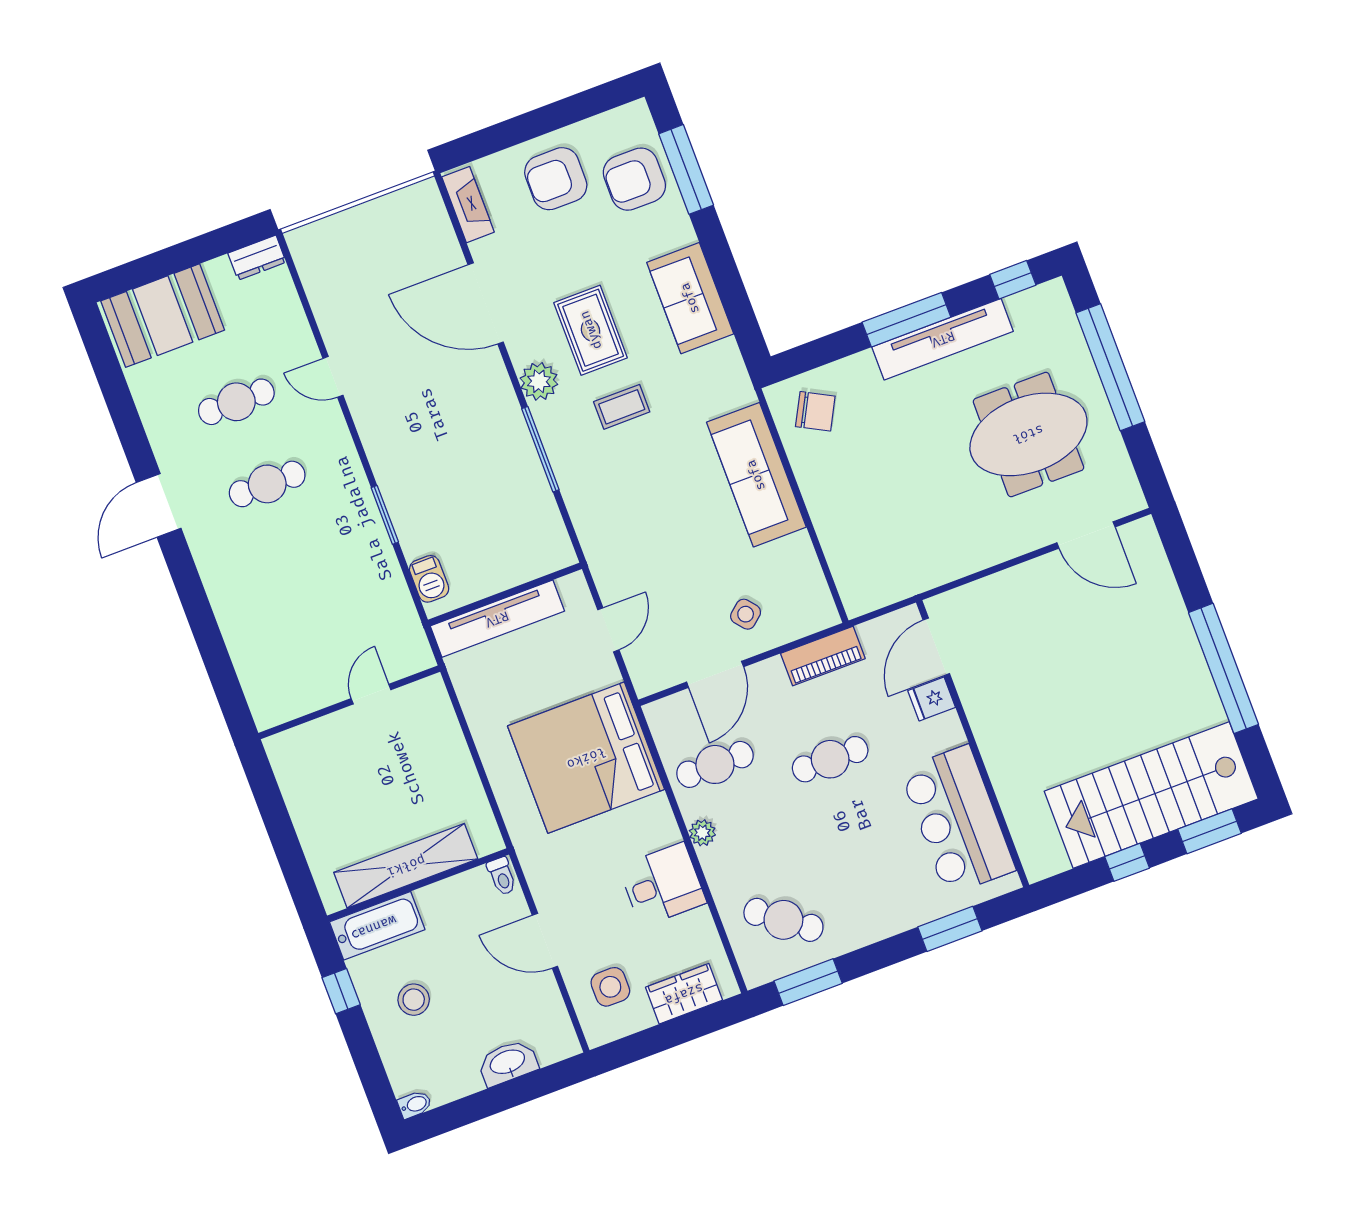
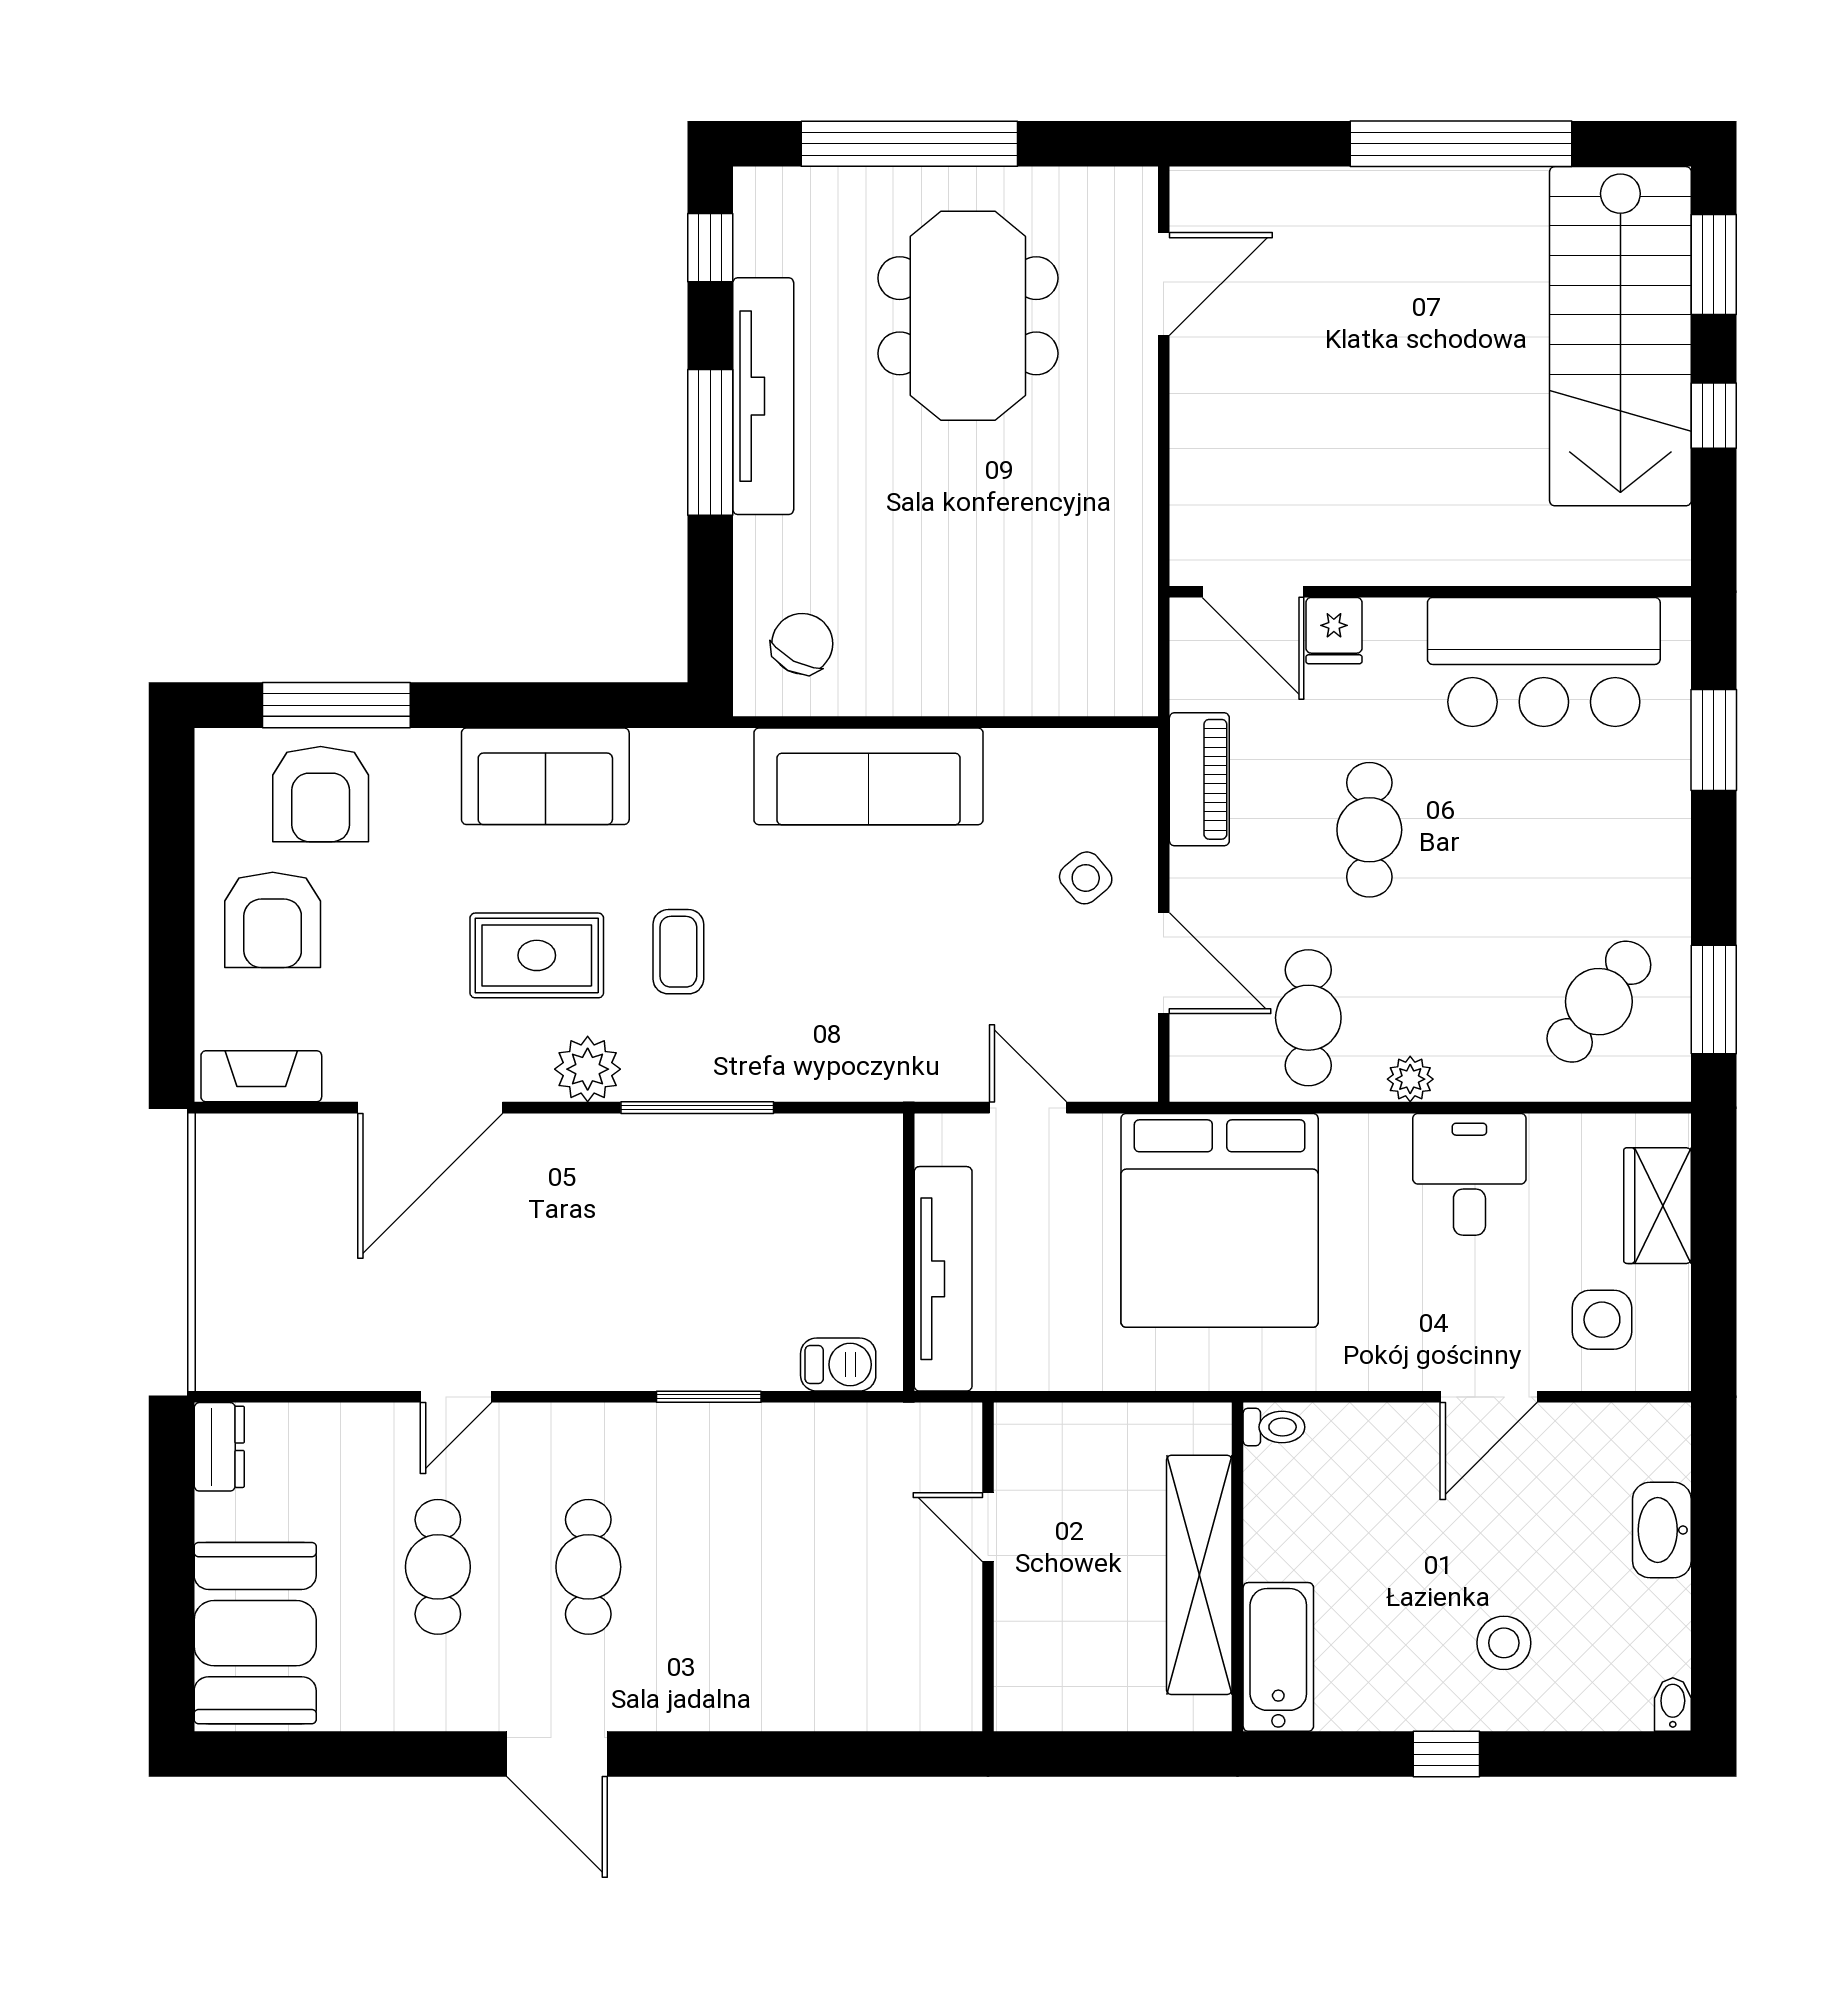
shelving: (406, 866) -> (1199, 1575), moved
toilet: (502, 876) -> (1274, 1427), moved
wall: (418, 885) -> (1238, 1567), moved
bathtub: (377, 926) -> (1278, 1657), moved

